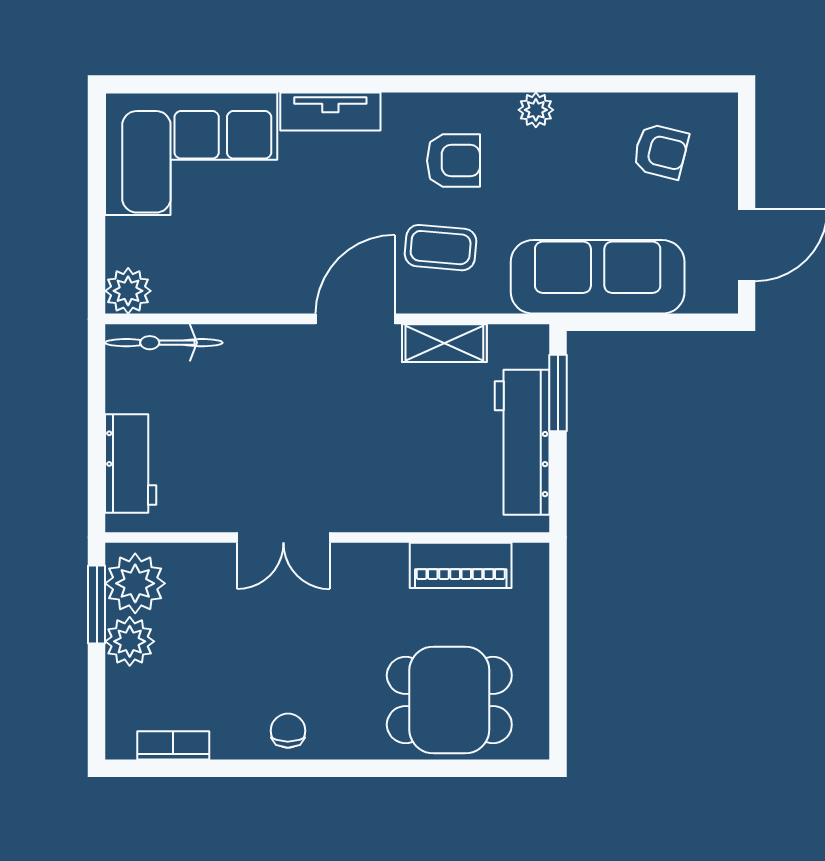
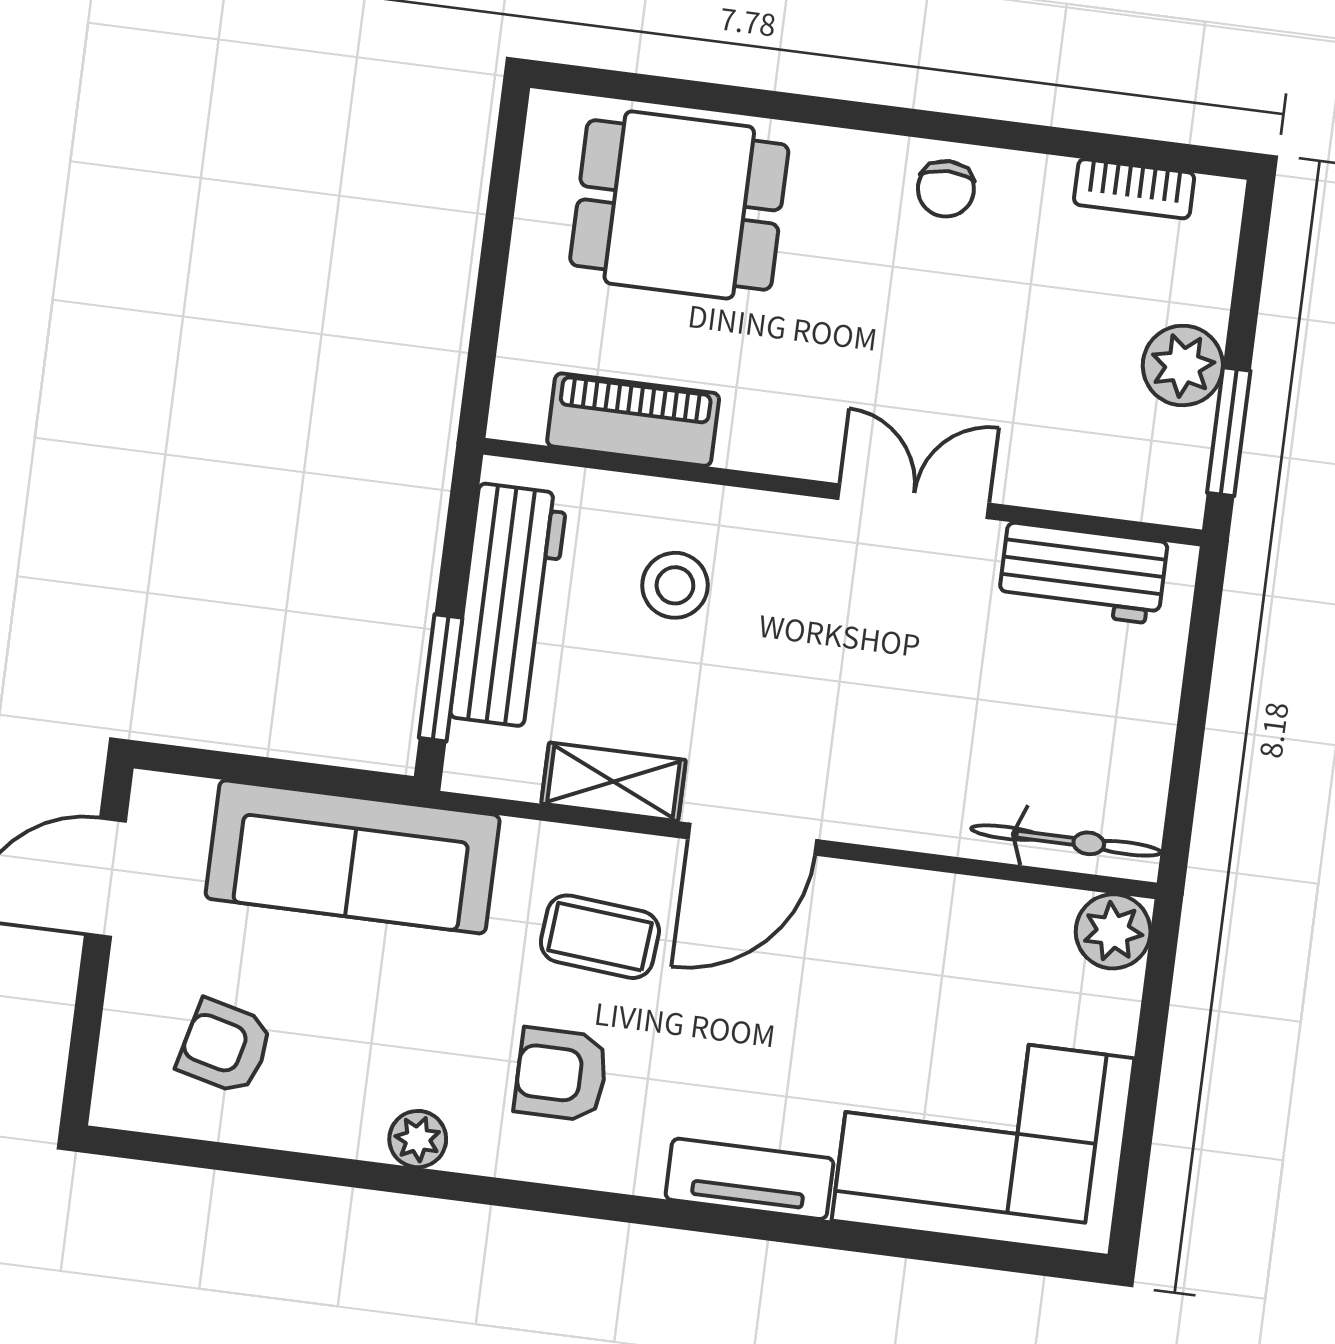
workbench: (131, 463) -> (1083, 573), moved, turned -90
stool: (422, 468) -> (675, 585), added
plant: (135, 583) -> (1162, 458), removed

